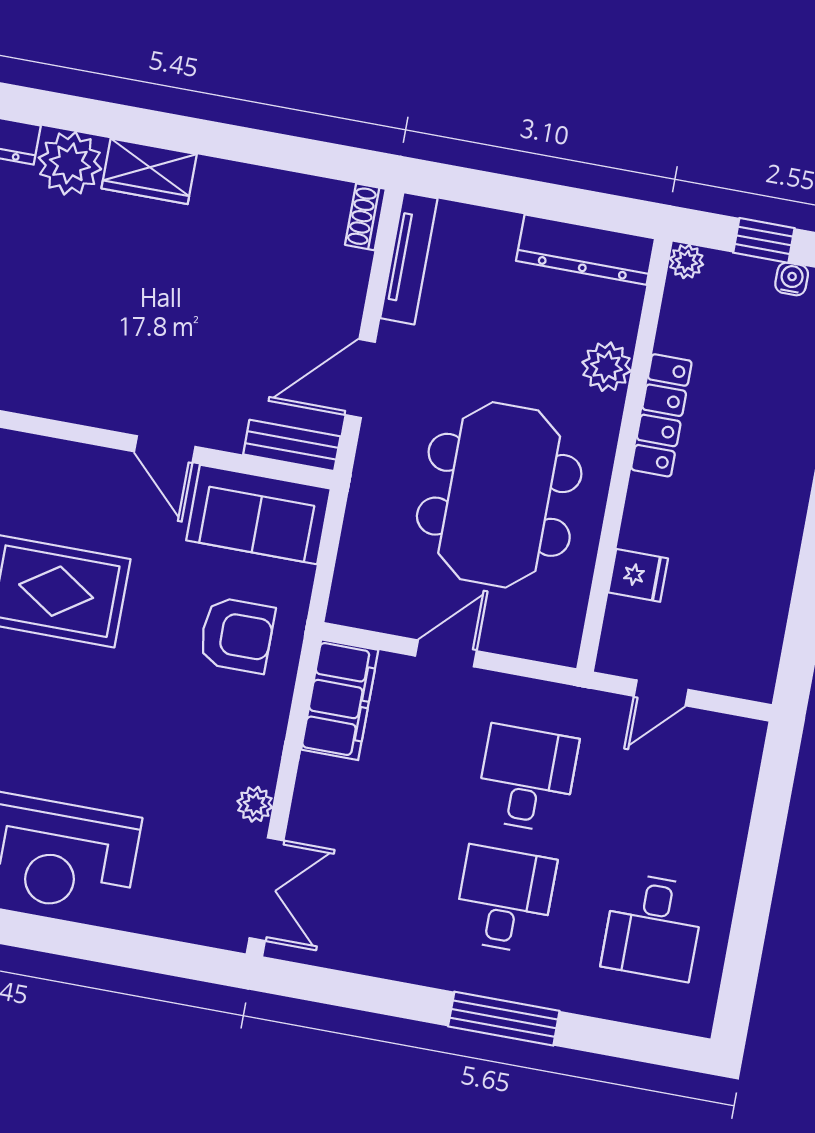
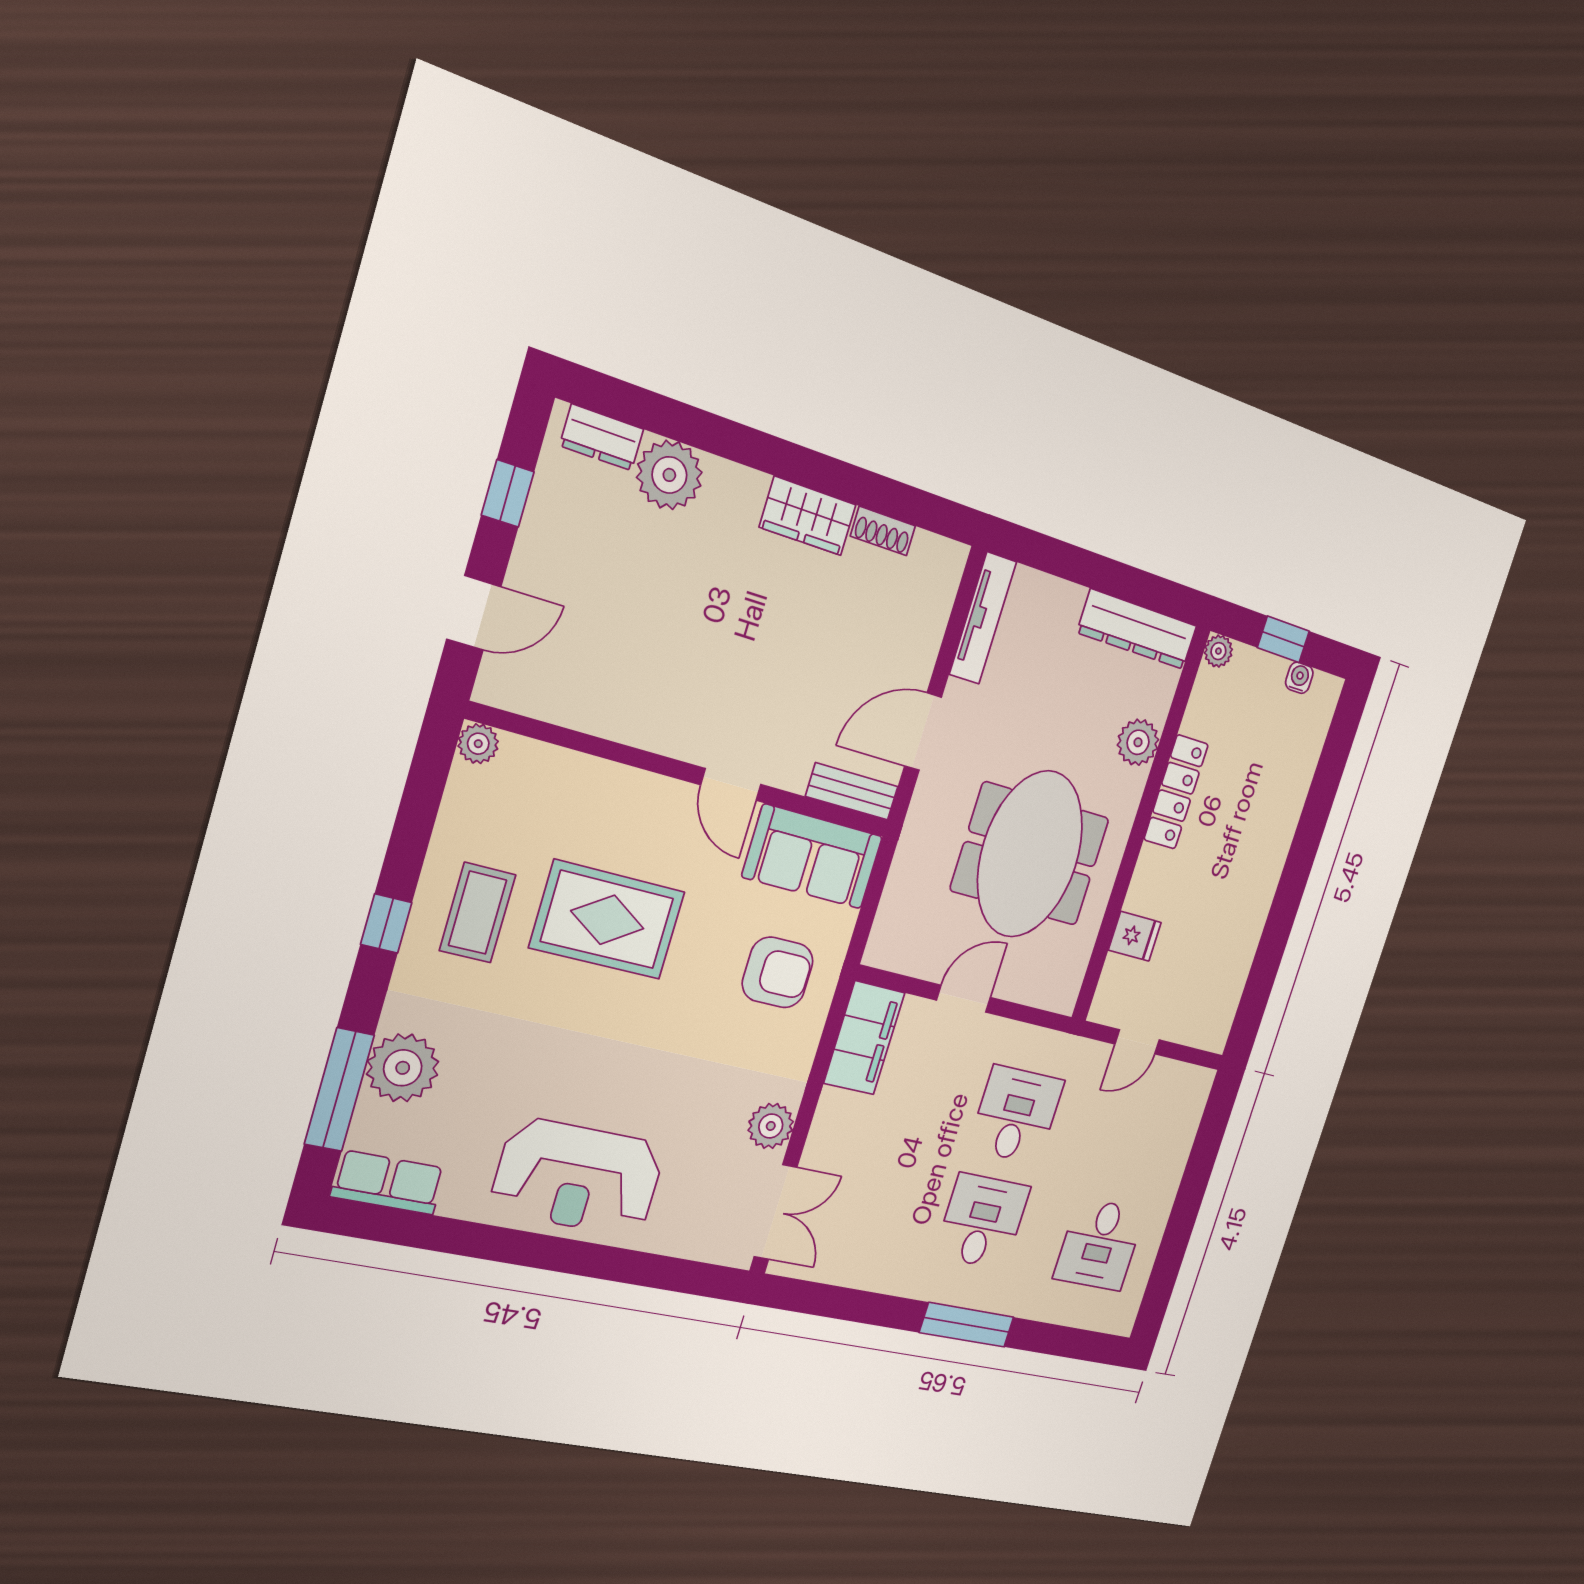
wardrobe: (149, 171) -> (808, 516), moved
shoe rack: (365, 217) -> (883, 531), moved, turned -90
plant: (255, 804) -> (771, 1126), width x1.38, depth x1.38

